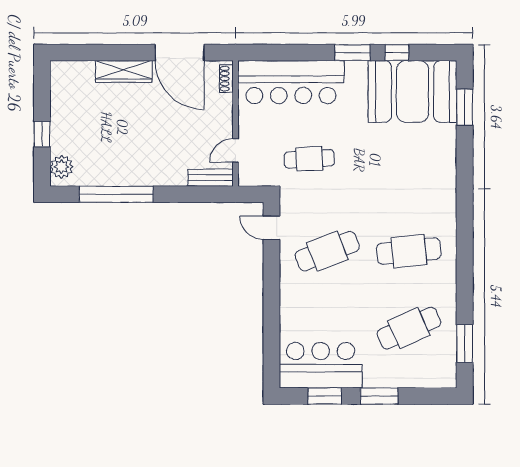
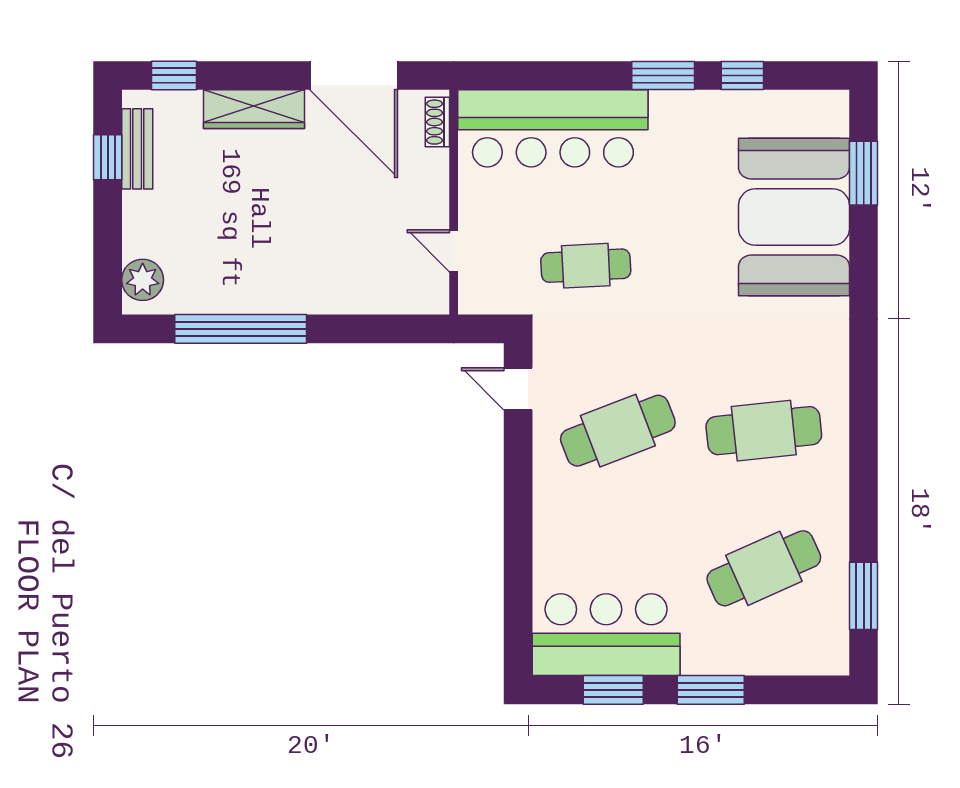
window: (79, 53) -> (174, 75), added
booth: (413, 91) -> (794, 217), moved, turned 90
window: (42, 134) -> (108, 157), moved
door: (235, 151) -> (454, 251), hinge flipped
bench: (211, 178) -> (137, 149), moved, turned 90

